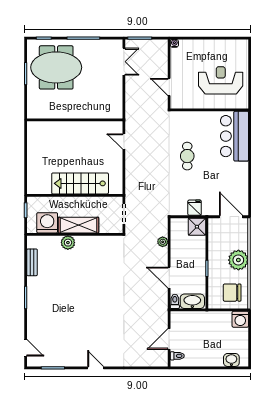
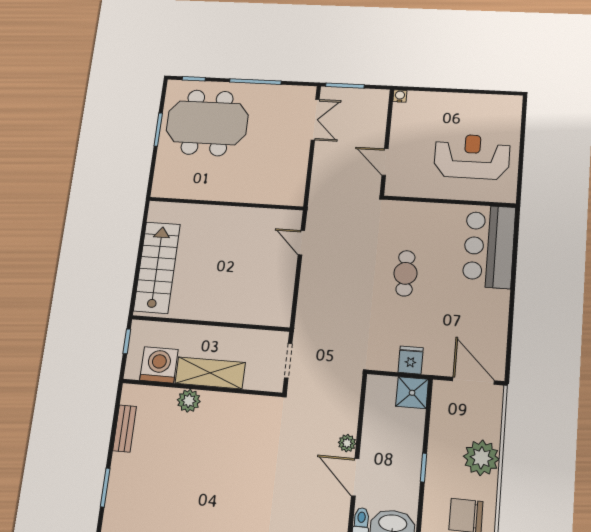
stairs: (80, 183) -> (157, 267), moved, turned 90
plant: (163, 242) -> (347, 443), moved

